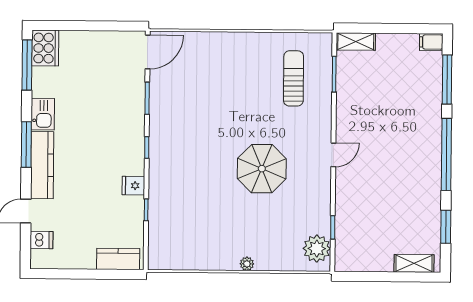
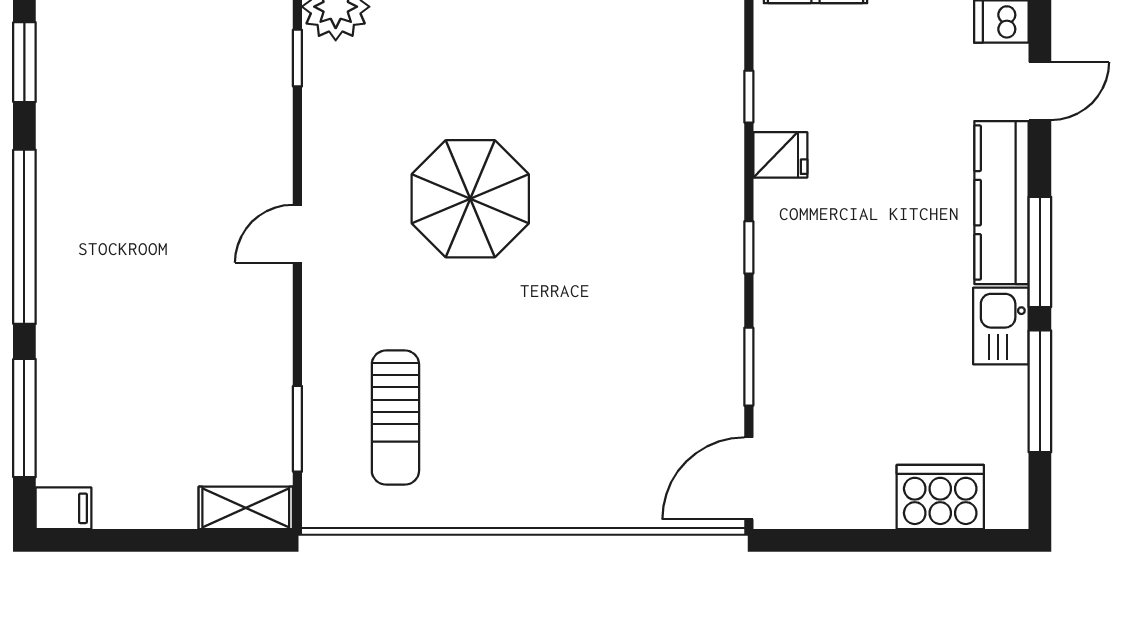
cooker: (45, 48) -> (940, 497), moved, turned 90
window: (27, 65) -> (1040, 391), moved

